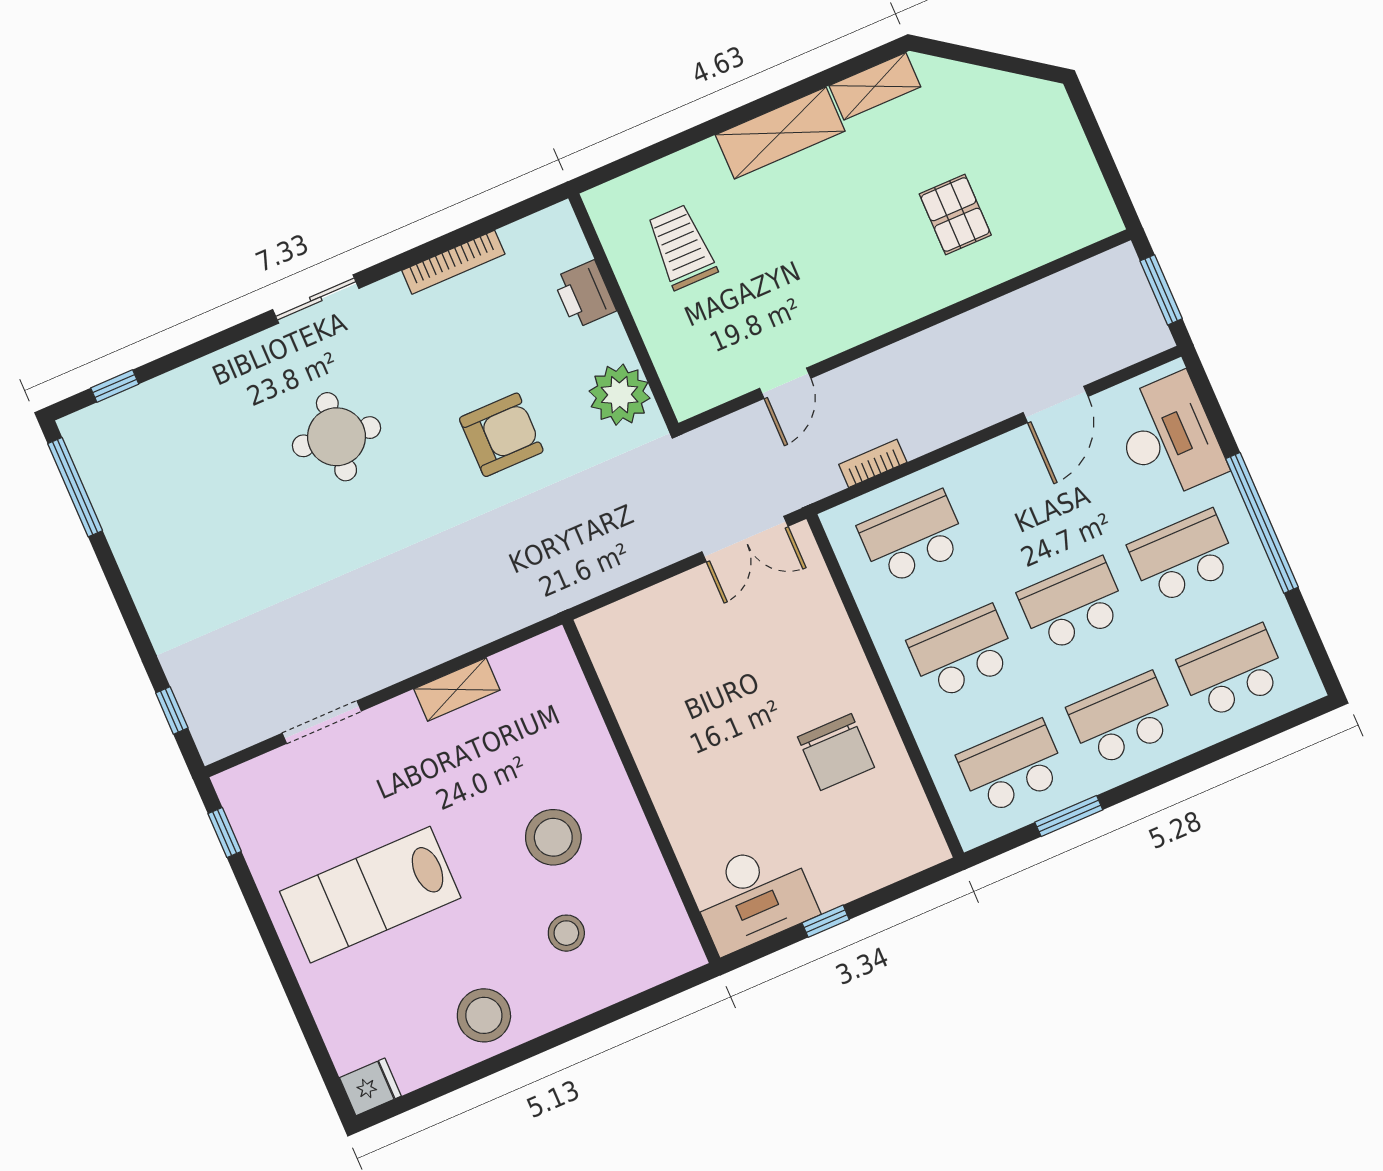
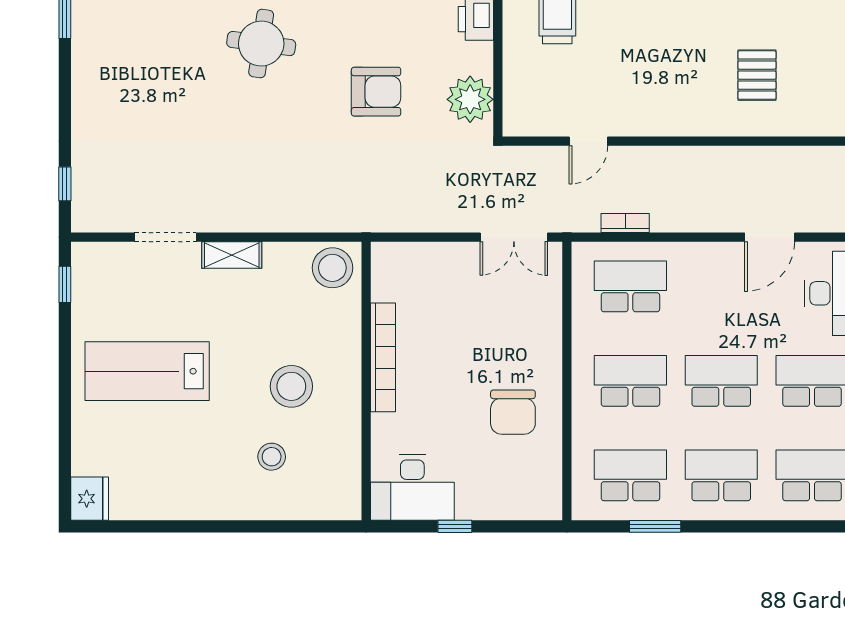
shelving: (457, 690) -> (232, 255), moved
bookcase: (649, 754) -> (383, 357), added
stool: (484, 1015) -> (332, 268), moved
fridge: (370, 1087) -> (90, 499), width x1.38

